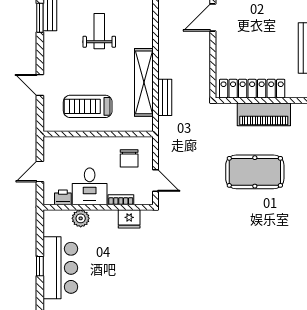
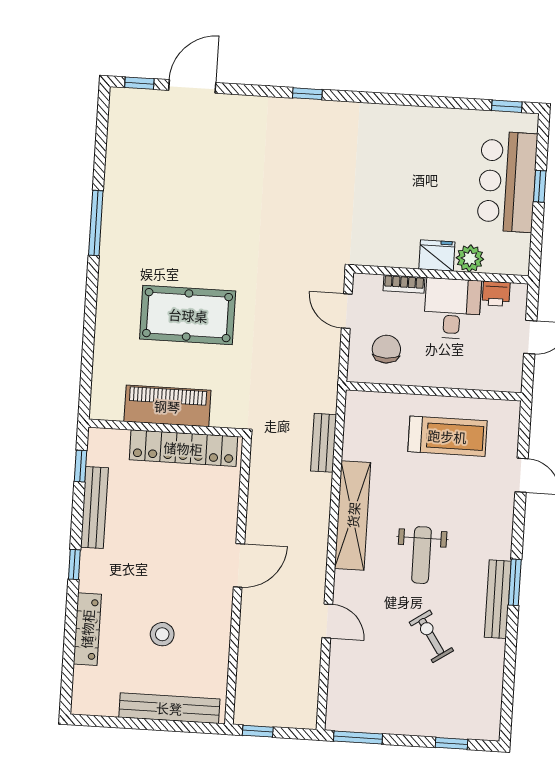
shelving: (144, 82) -> (353, 515), moved
fridge: (129, 219) -> (437, 255), moved

